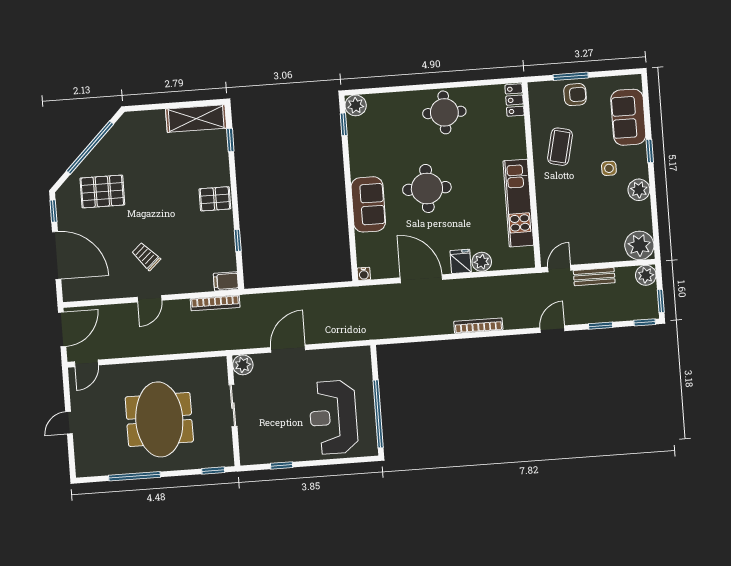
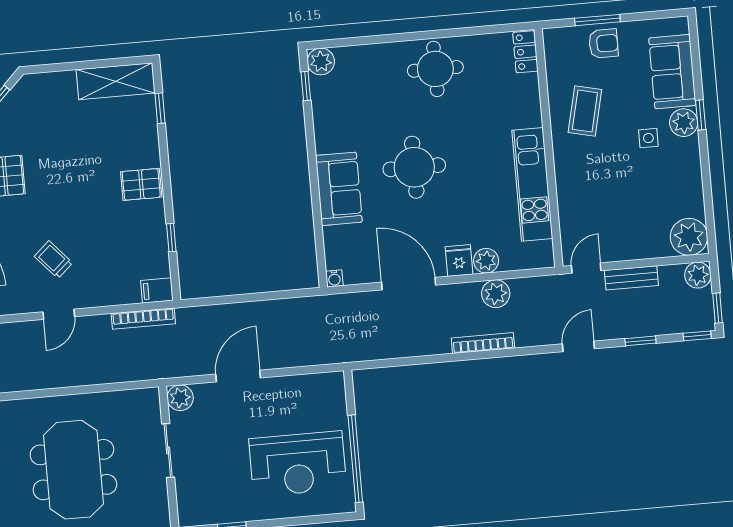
plant: (639, 190) -> (684, 123), moved
plant: (489, 288) -> (496, 294), added
reception desk: (333, 417) -> (298, 464), turned -90

